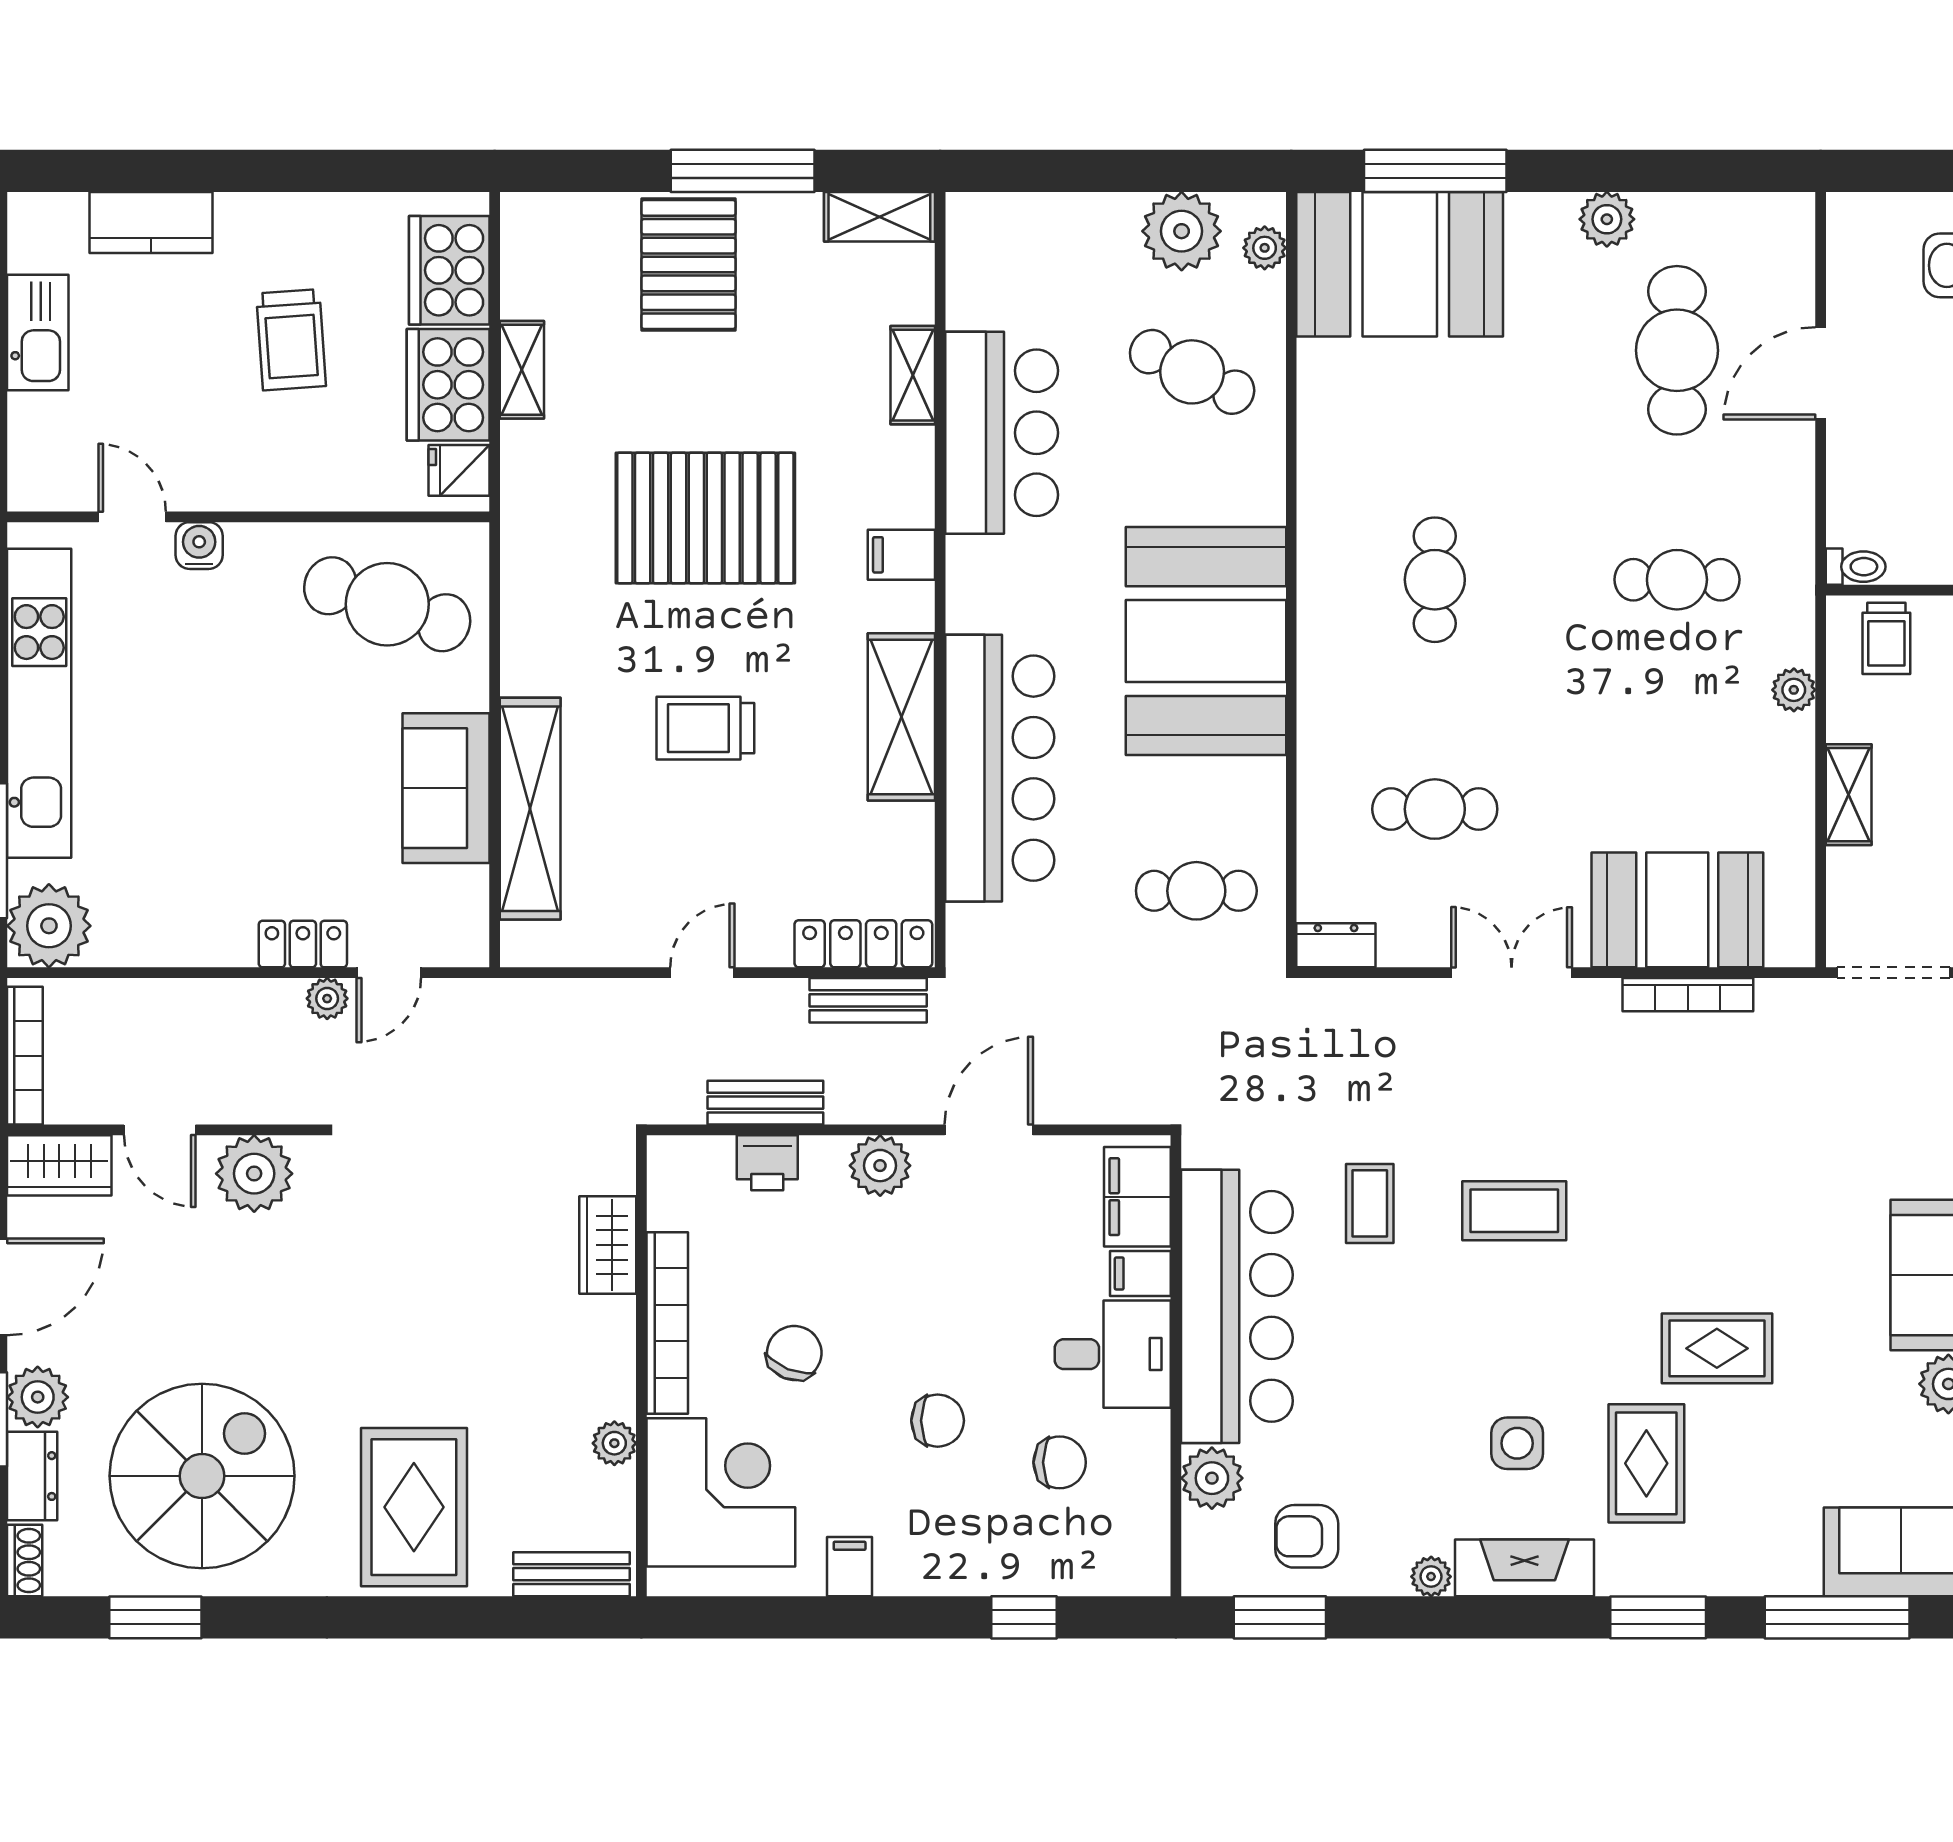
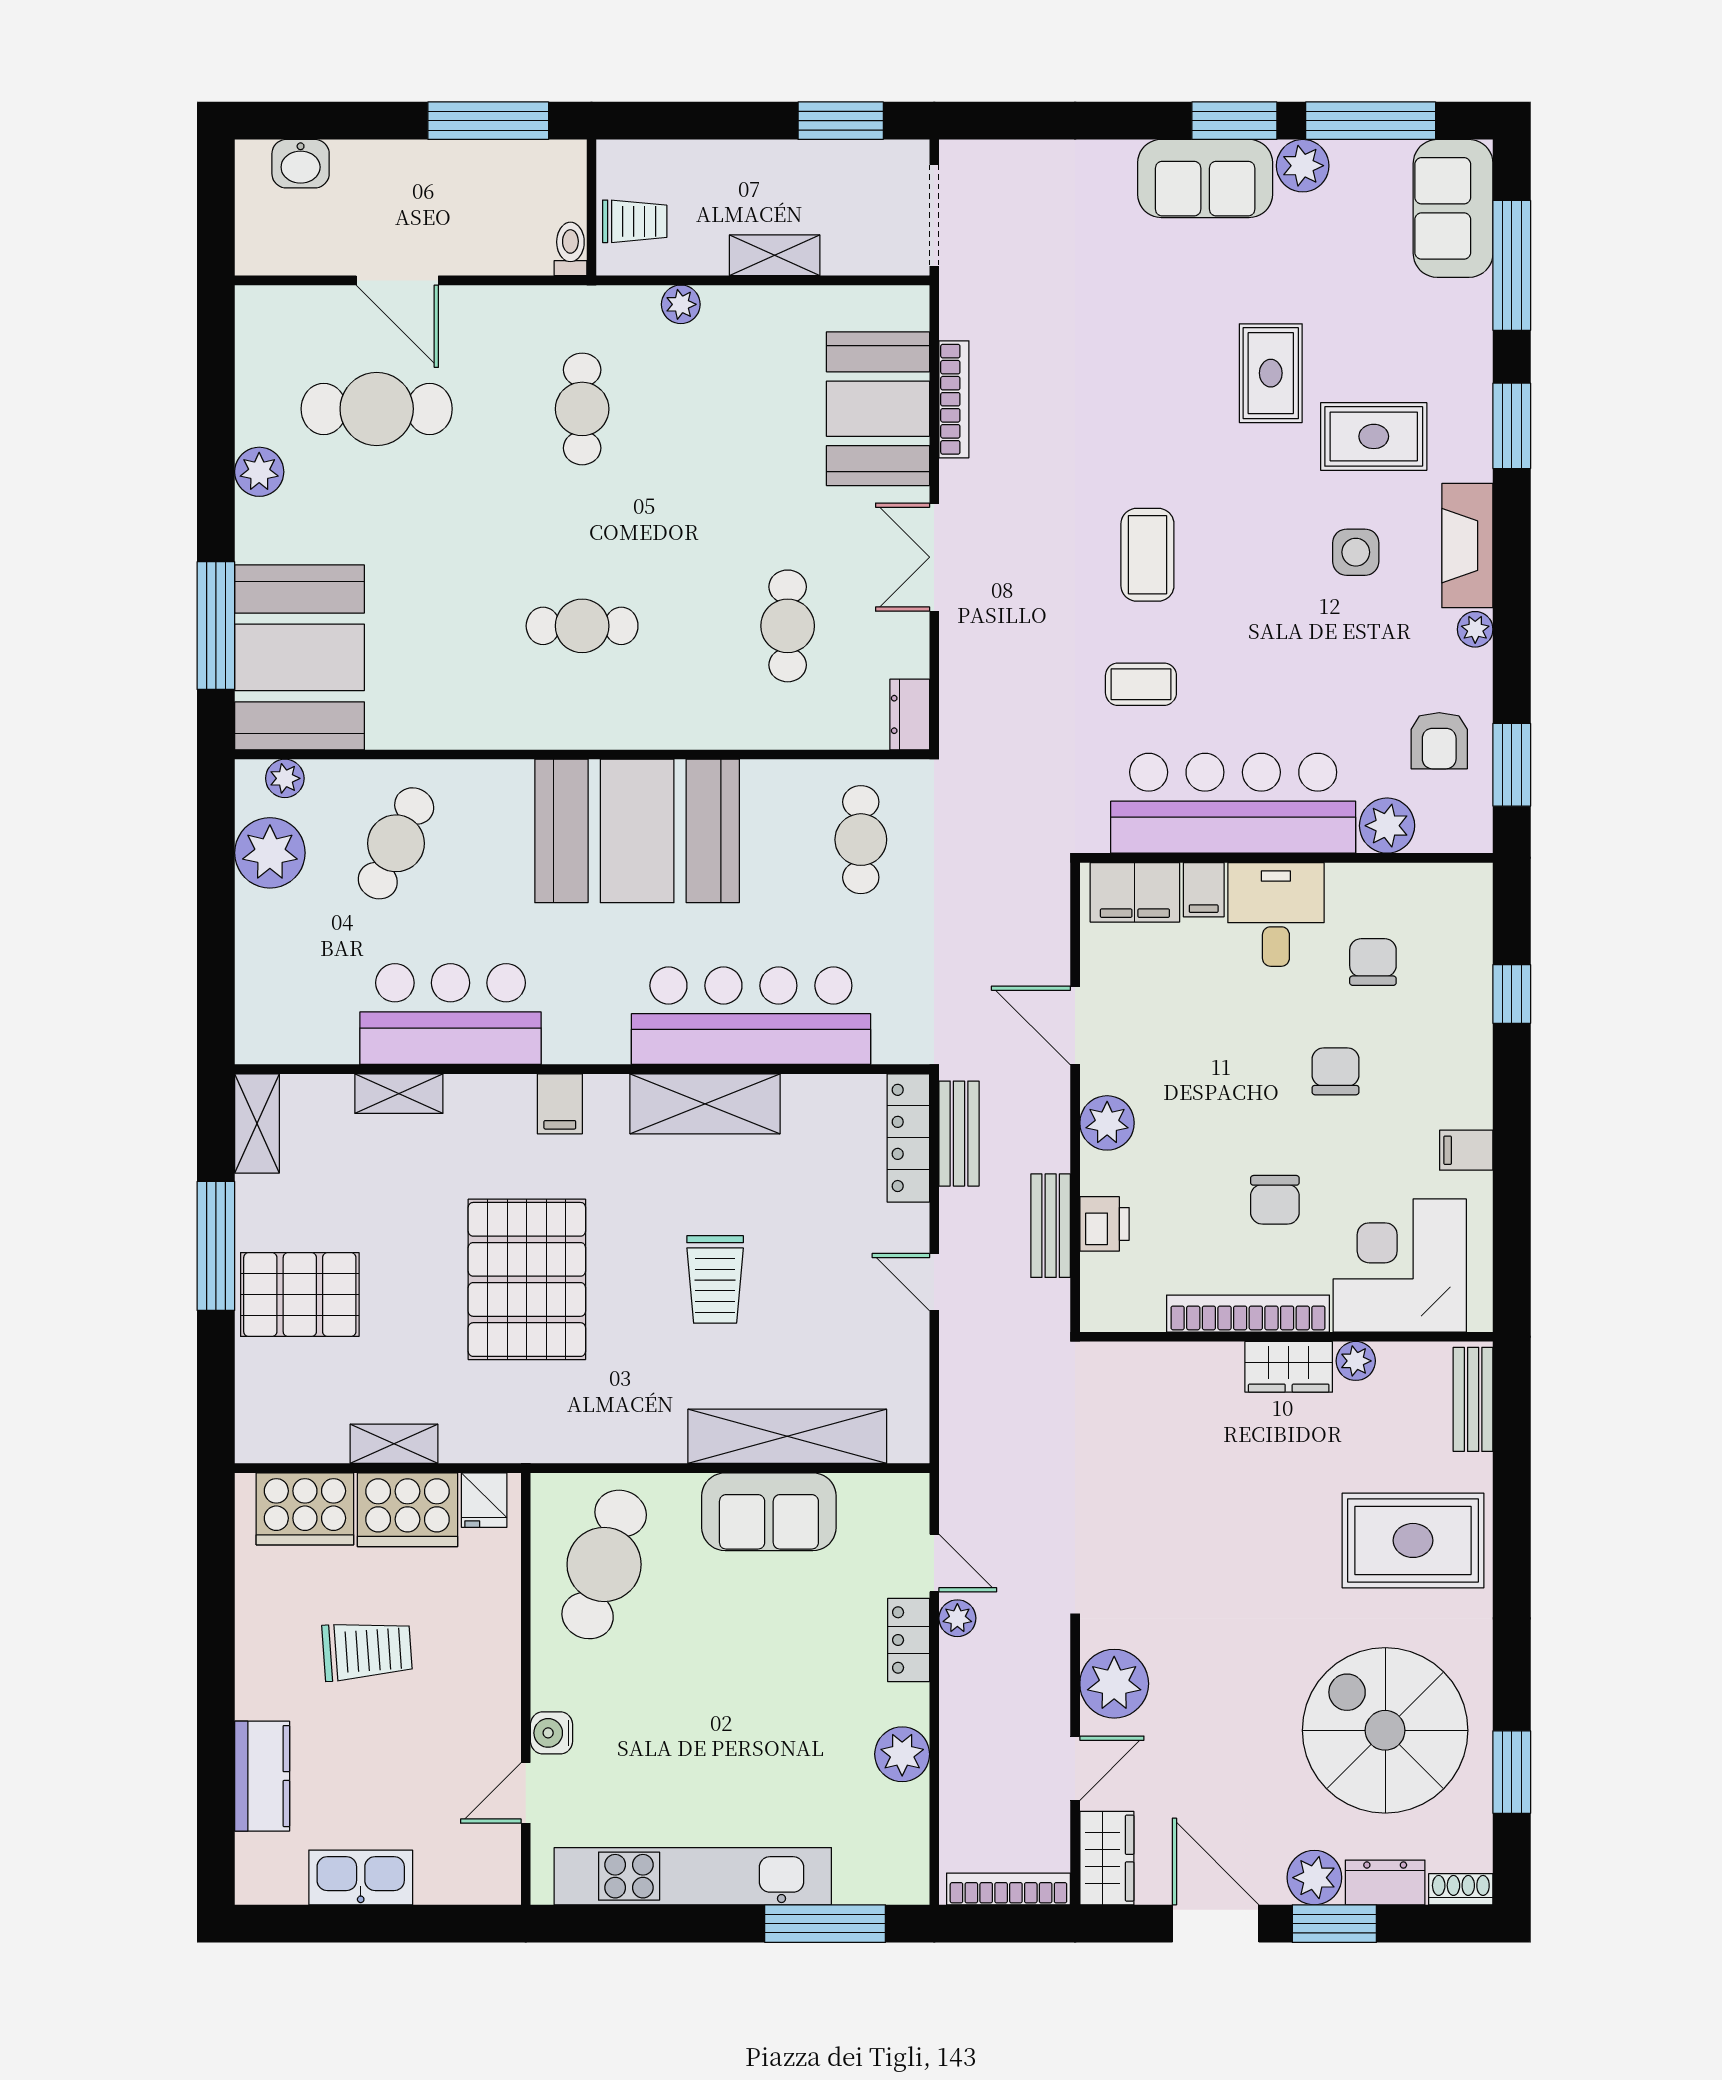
plant: (49, 926) -> (902, 1754), moved, width x0.73, depth x0.73
wardrobe: (608, 1245) -> (1289, 1367), moved
chair: (794, 1353) -> (1275, 1200), turned -112

